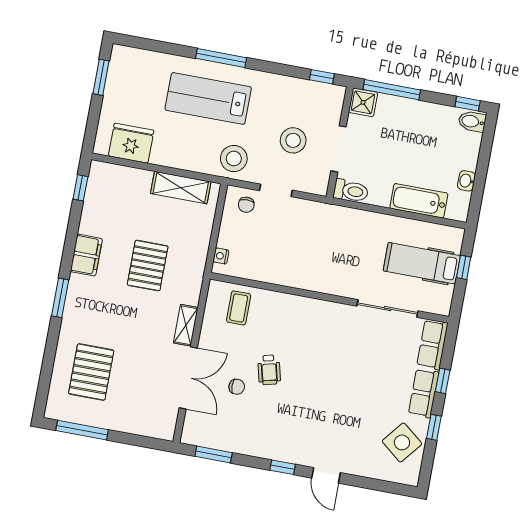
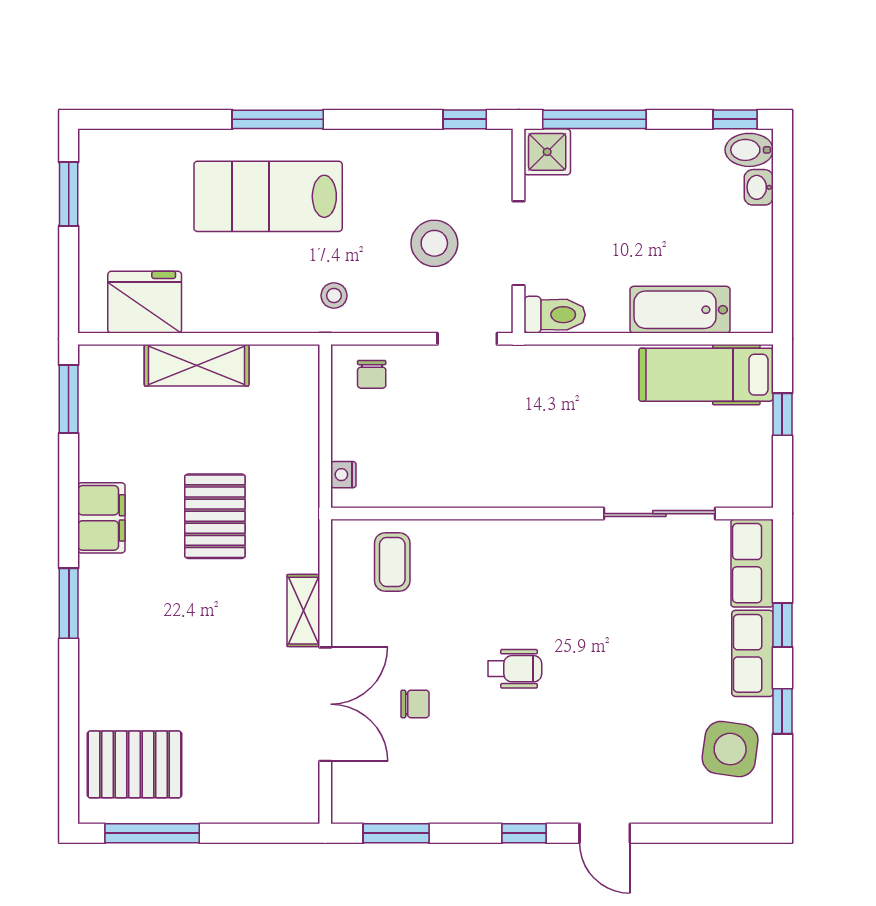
stool: (234, 159) -> (334, 296), width x0.53, depth x0.53
washbasin: (466, 181) -> (759, 187), moved
window: (80, 188) -> (69, 399), width x1.50
shelving: (181, 188) -> (197, 365), moved
doorway: (276, 190) -> (467, 339), moved
hospital bed: (422, 263) -> (706, 375), moved
wheelchair: (269, 370) -> (515, 669), moved, turned -76
pallet: (91, 372) -> (134, 764), moved, turned 90
side table: (402, 442) -> (730, 749), turned -31

